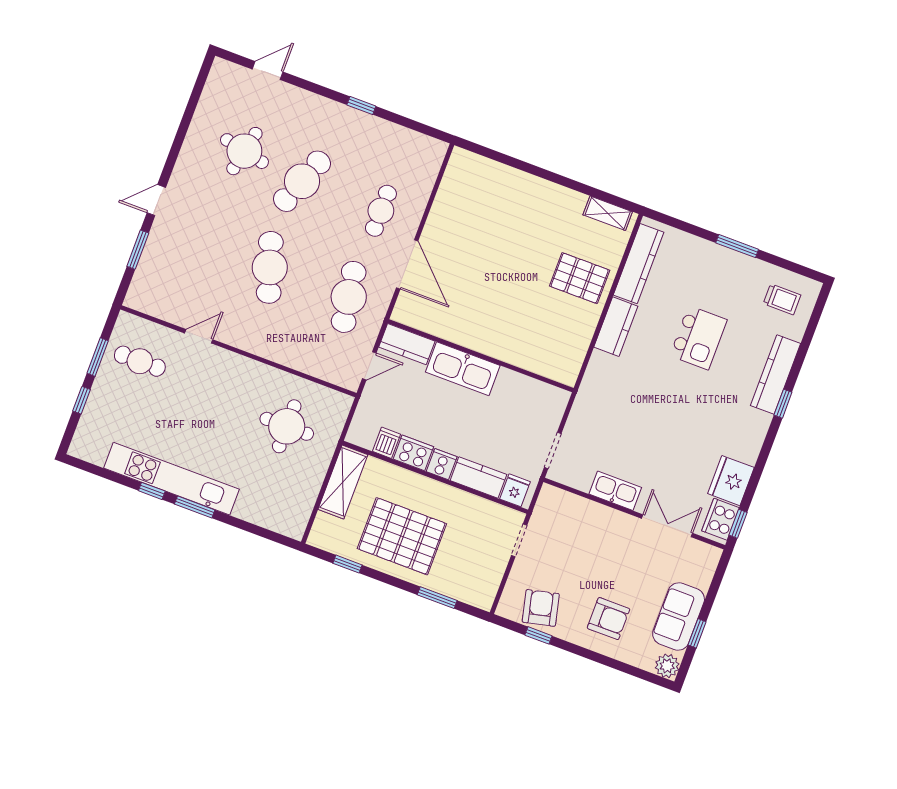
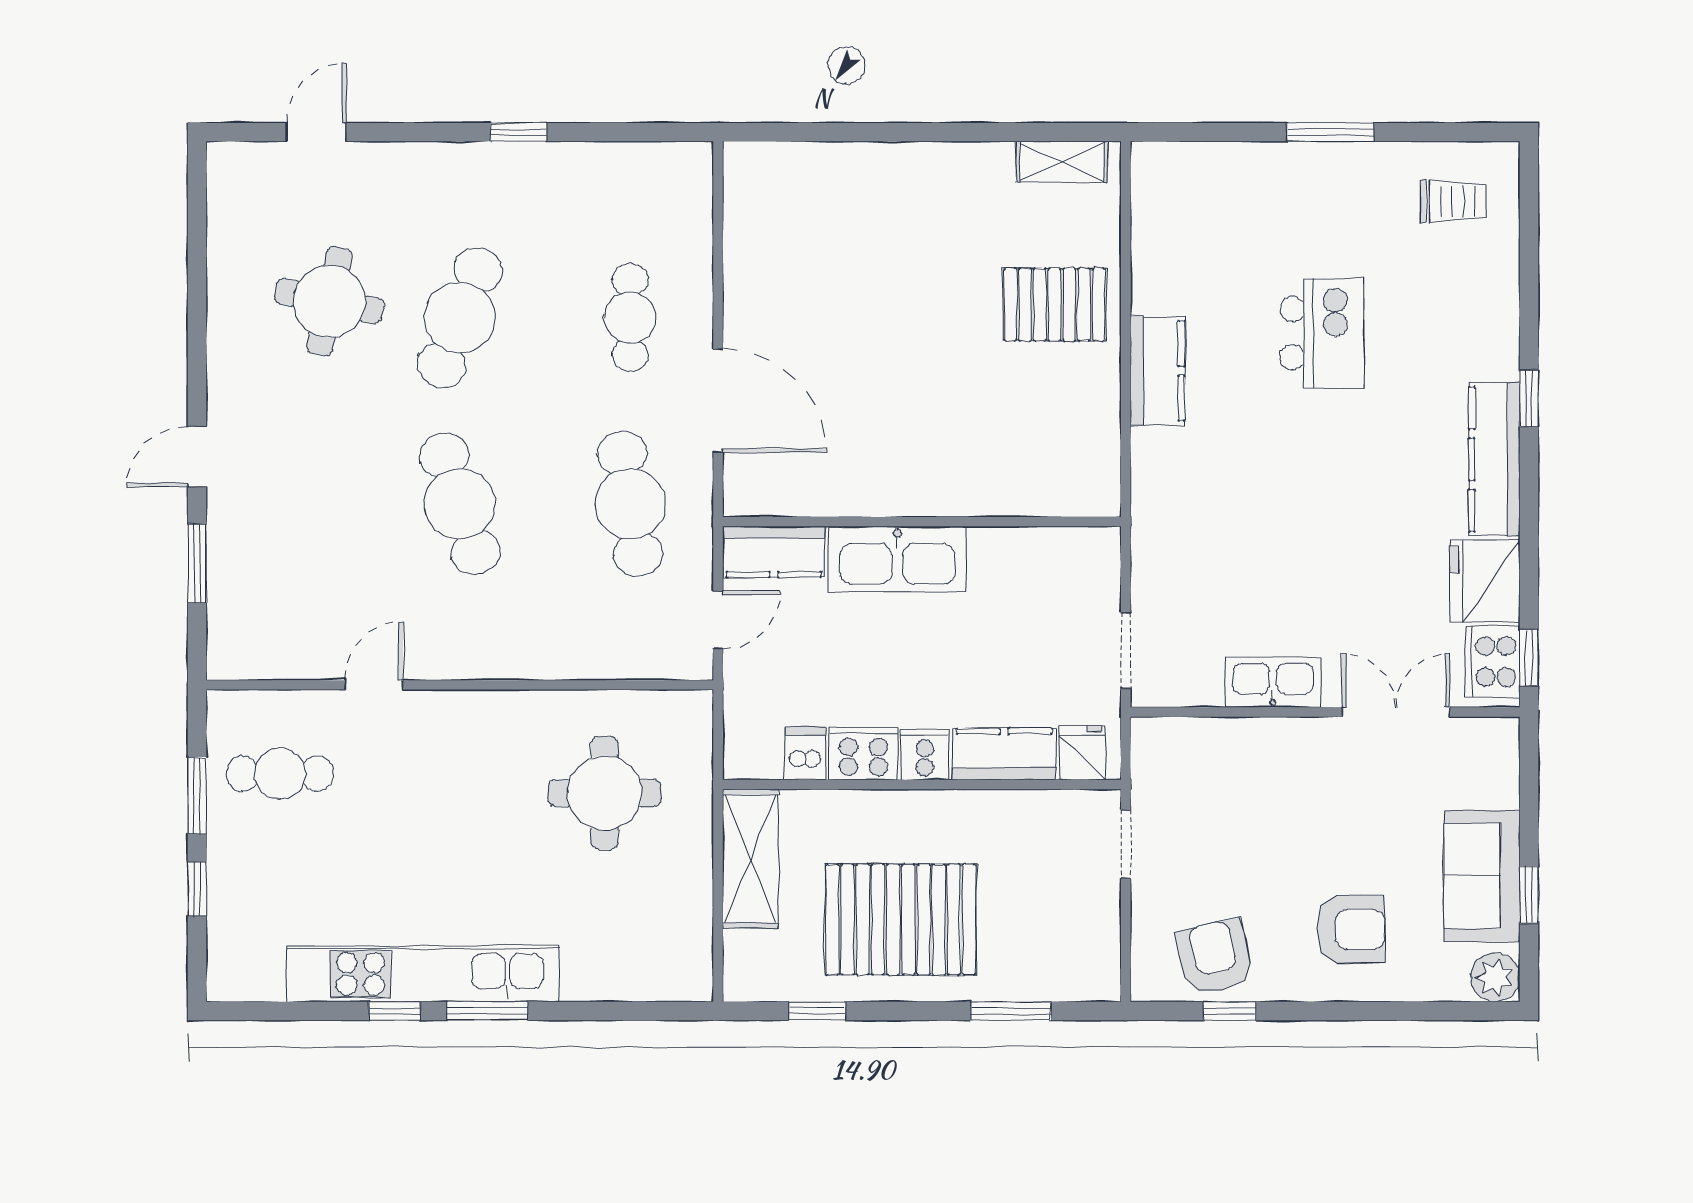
kitchen counter: (639, 264) -> (1156, 235), removed
kitchen counter: (776, 375) -> (1494, 459), moved

